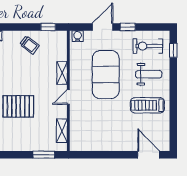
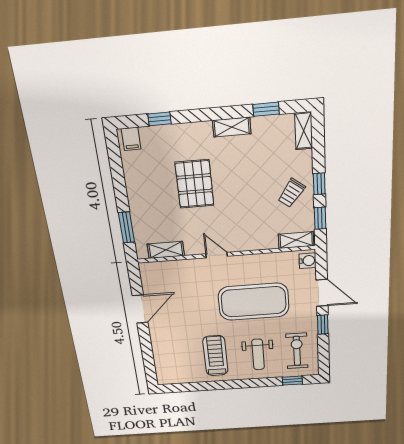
window: (25, 27) -> (319, 184), added
shelving: (62, 73) -> (296, 240), moved
door: (149, 155) -> (140, 309), moved

